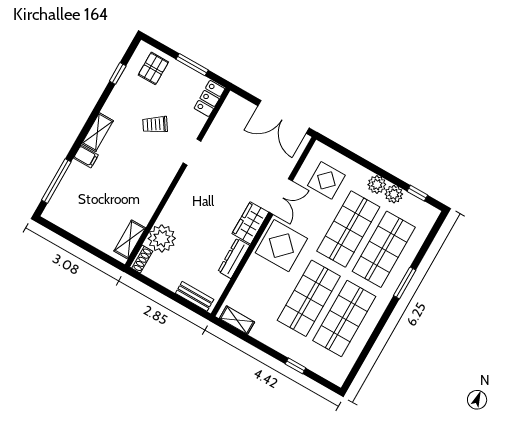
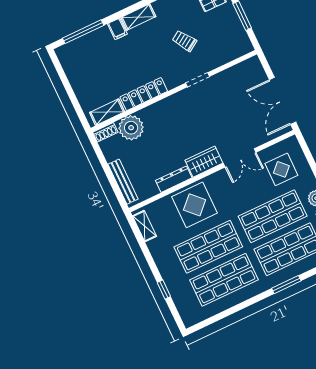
locker: (210, 98) -> (144, 94), moved, width x1.53
display table: (281, 246) -> (195, 205), moved
bench: (195, 296) -> (123, 182), width x1.36

